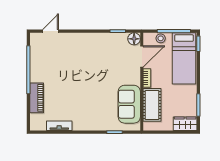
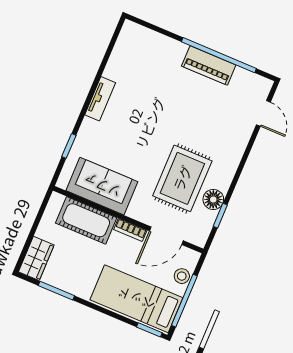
floor lamp: (134, 39) -> (213, 199), moved
door: (142, 56) -> (166, 236), hinge flipped
rug: (106, 61) -> (182, 178), added
piano: (37, 98) -> (209, 66), moved
tv unit: (59, 126) -> (100, 99), moved

